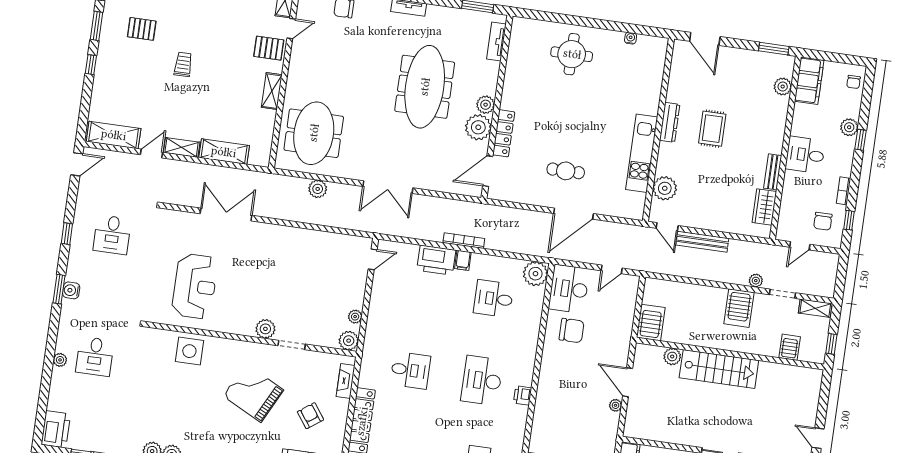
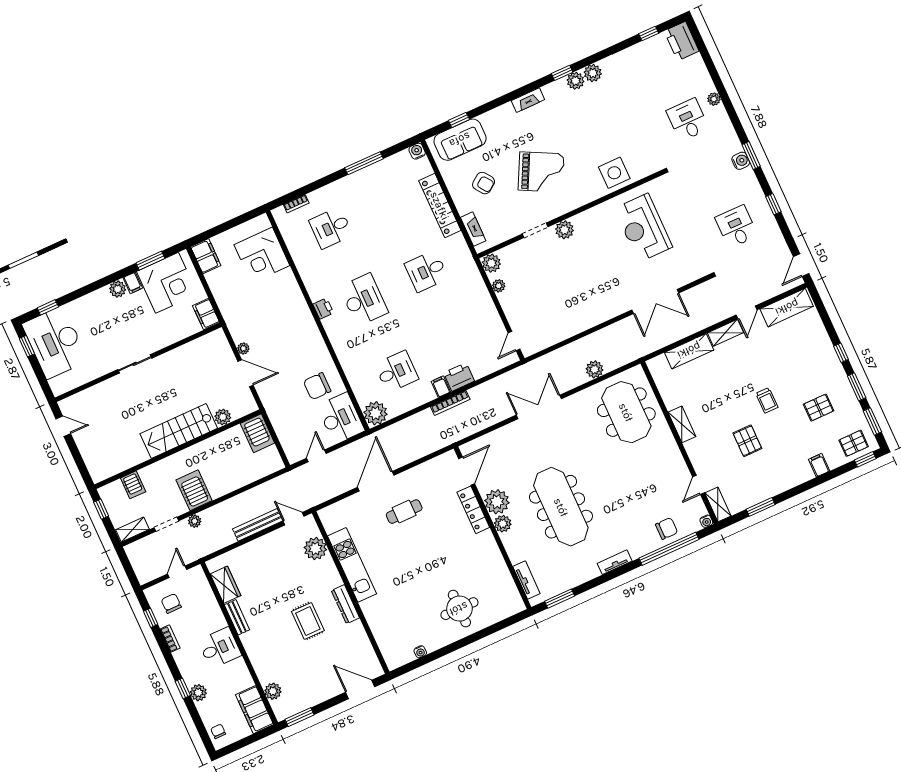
pallet: (269, 48) -> (747, 441), moved, turned 90
printer: (436, 260) -> (459, 377), width x0.73, depth x0.84

